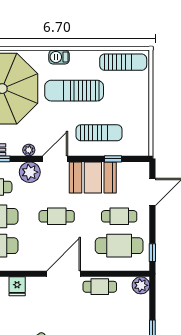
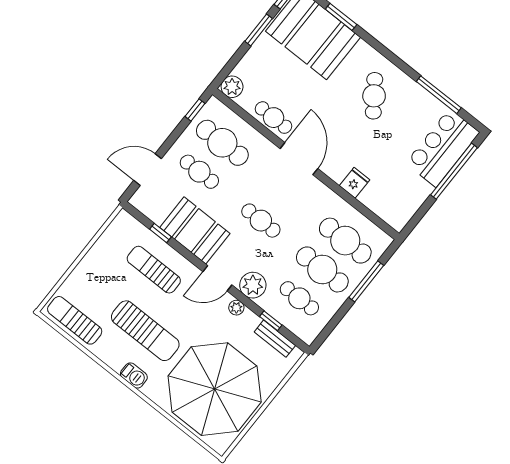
door: (64, 274) -> (299, 159), swing flipped

